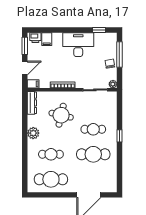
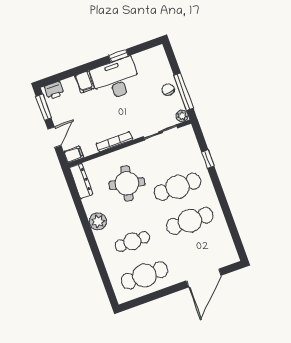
window: (99, 30) -> (119, 56), moved
filing cabinet: (47, 39) -> (84, 82), moved
window: (119, 54) -> (184, 92), moved
cafe table: (93, 129) -> (178, 187), width x1.37, depth x1.35
window: (119, 136) -> (208, 159), moved

